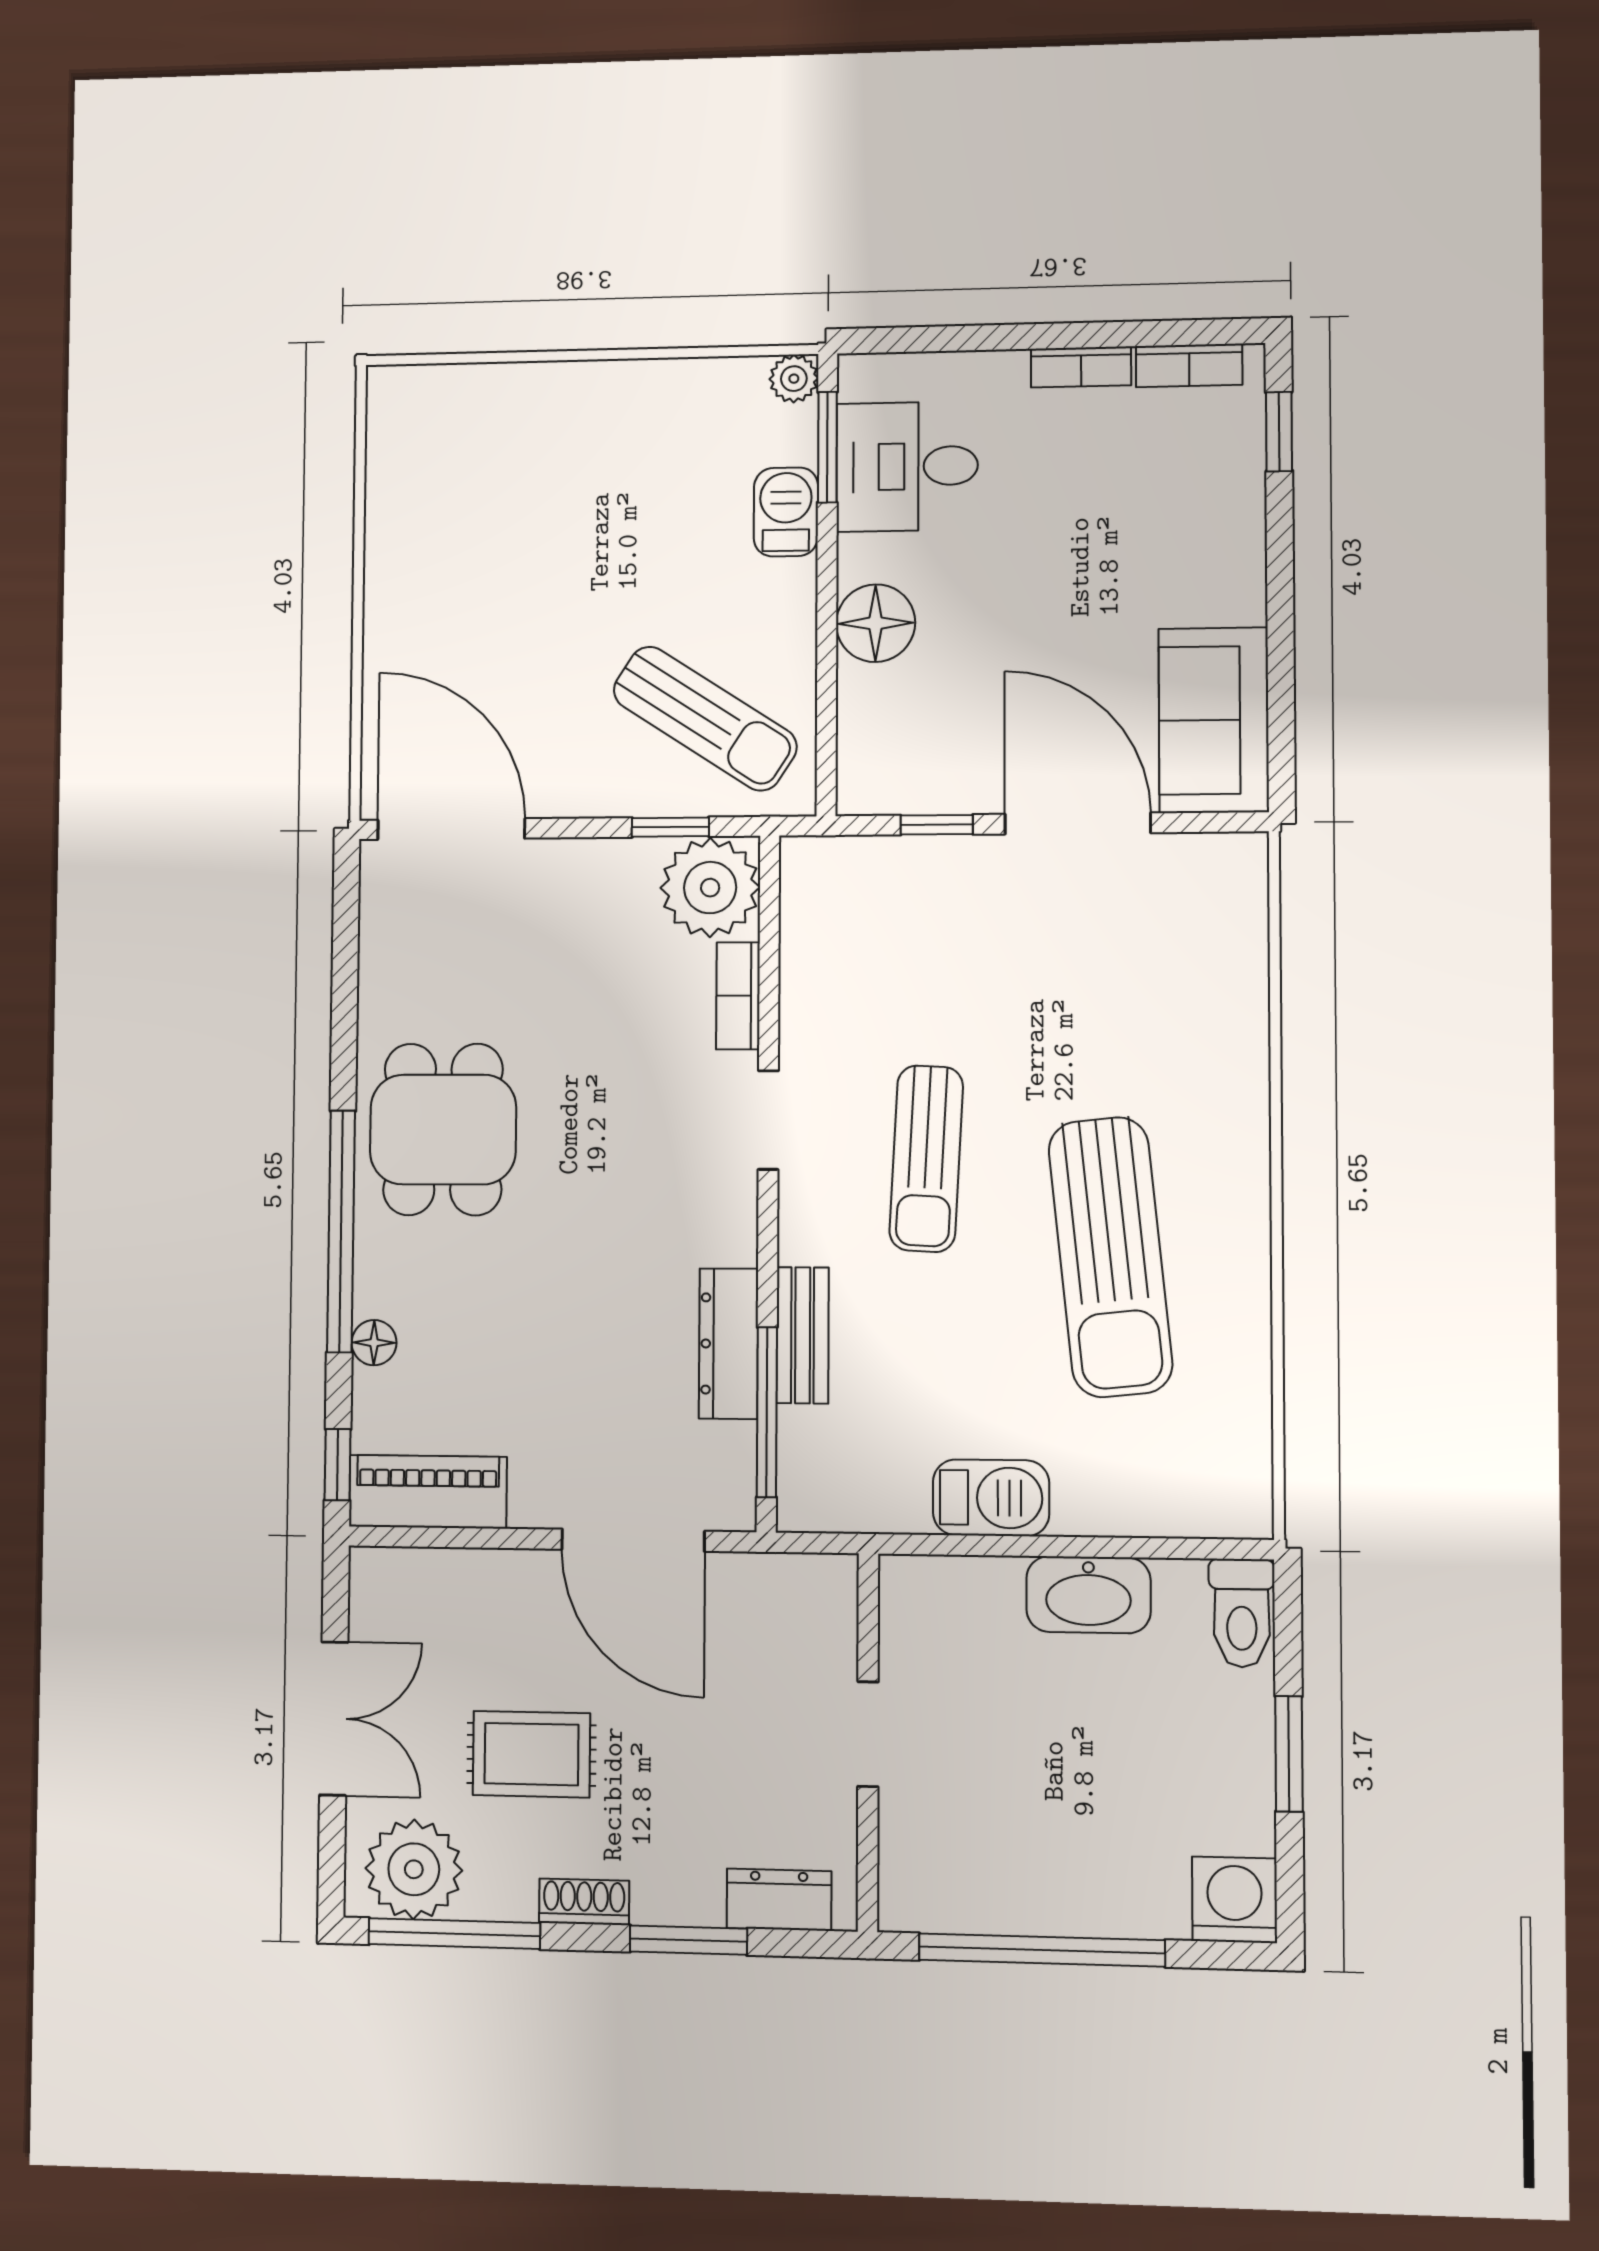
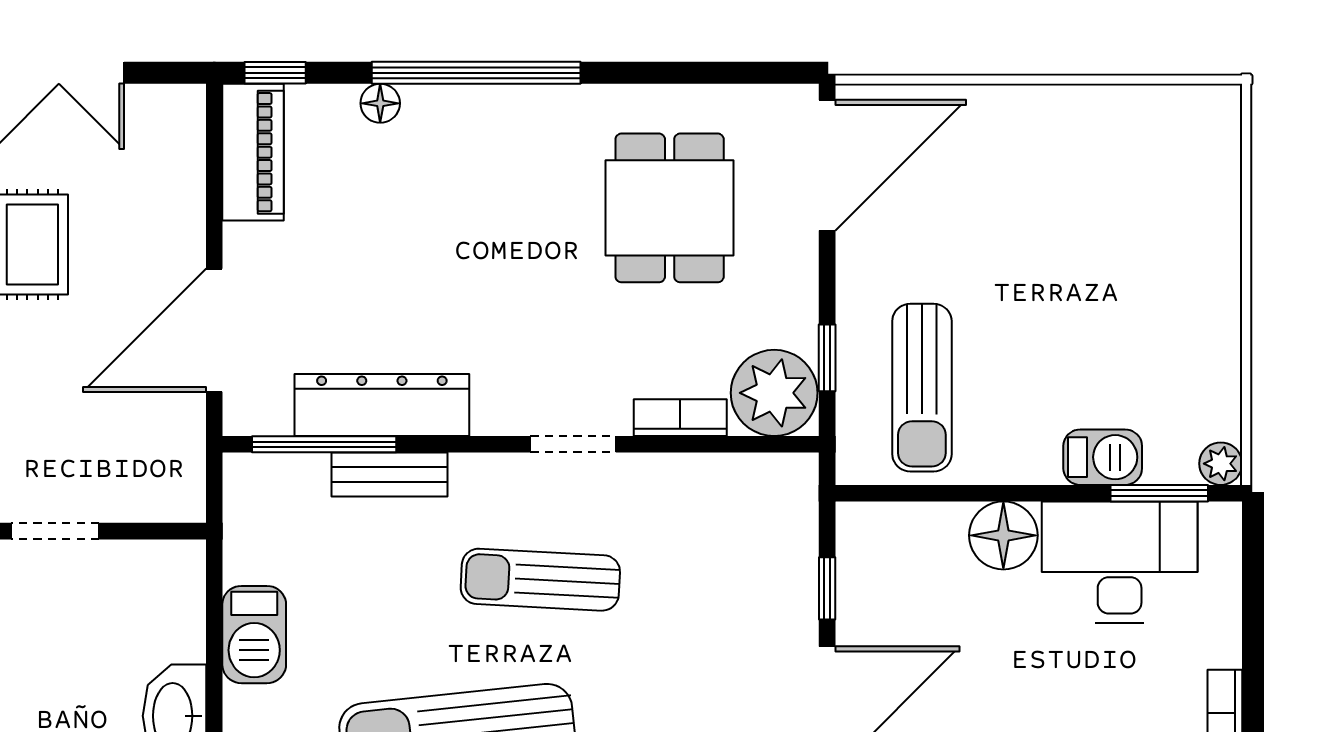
desk: (907, 466) -> (1120, 562), width x1.37
sun lounger: (705, 718) -> (922, 388), turned -33
dining table: (443, 1129) -> (670, 208), moved, turned 90
dresser: (728, 1344) -> (382, 405), width x1.37, depth x1.24

